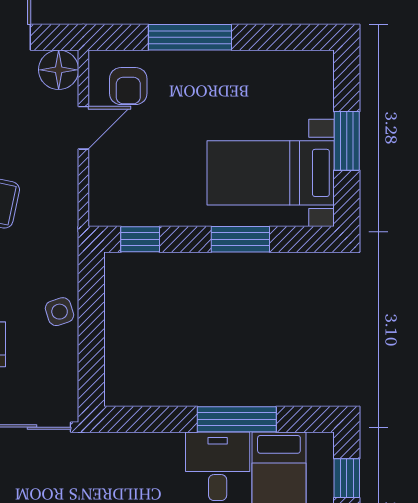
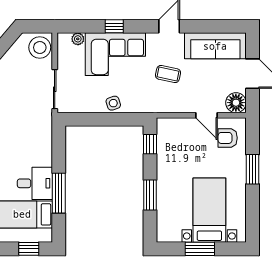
window: (190, 37) -> (252, 169), width x0.69
bed with nightstands: (271, 173) -> (209, 210), moved

